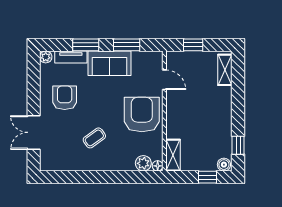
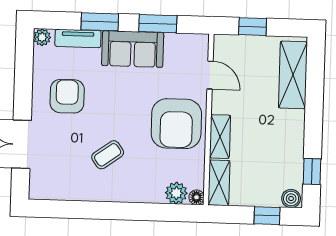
shelving: (225, 70) -> (293, 75), width x1.50, depth x1.33
armchair: (142, 115) -> (176, 124), turned 180
shelving: (173, 123) -> (220, 137), added

